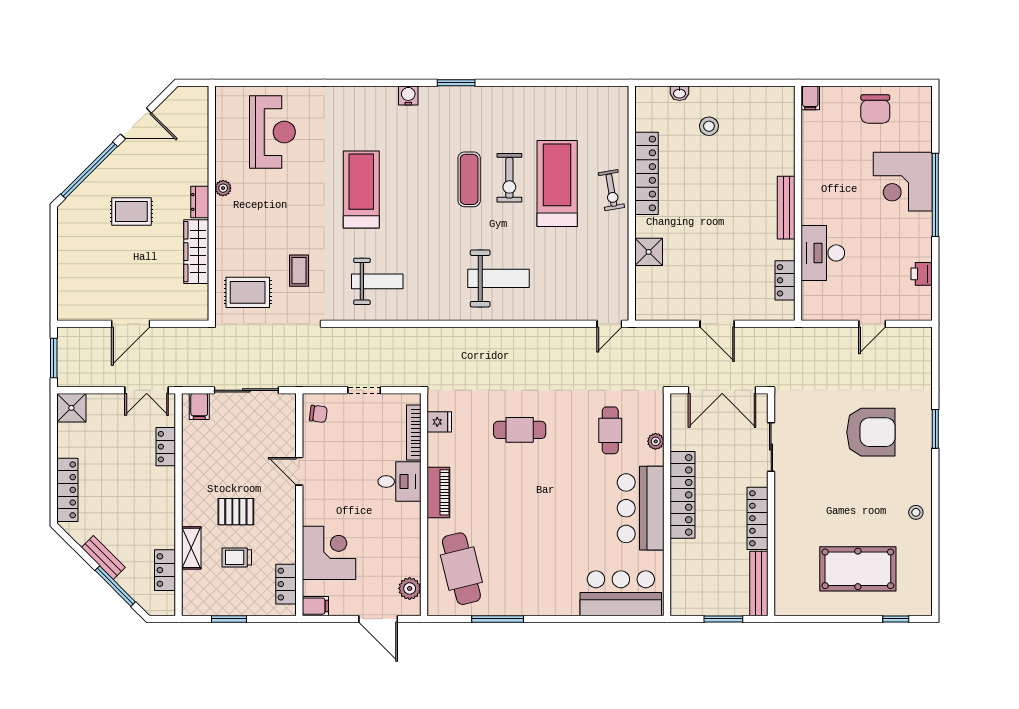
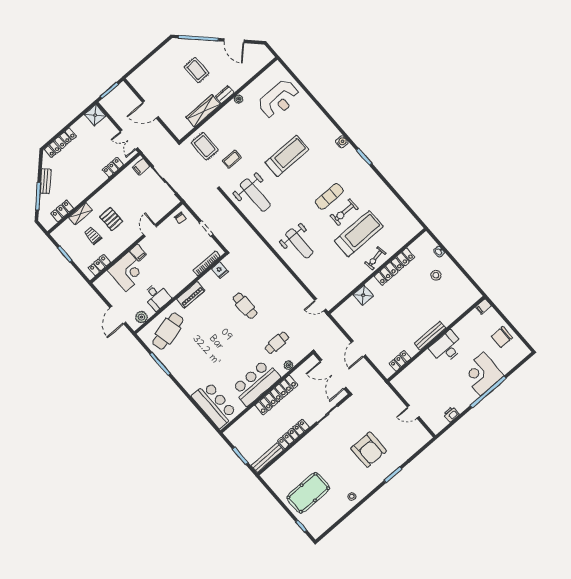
desk: (823, 253) -> (447, 347), moved
weight bench: (377, 281) -> (255, 195), width x1.36, depth x1.33
desk: (399, 482) -> (157, 296), moved
pool table: (858, 569) -> (308, 493), turned 90
filing cabinet: (315, 606) -> (138, 253), moved

